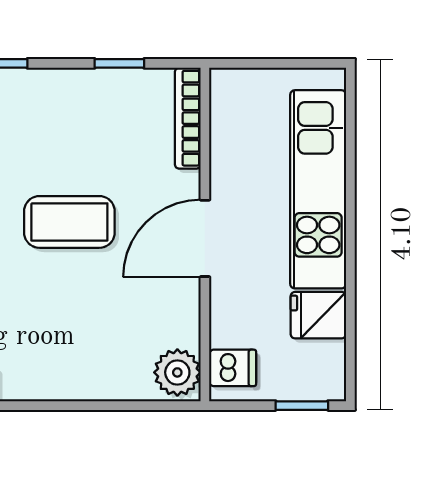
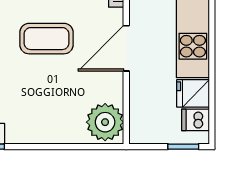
dishwasher: (233, 368) -> (196, 120), moved, turned 180
plant: (177, 372) -> (105, 122), width x1.36, depth x1.36

